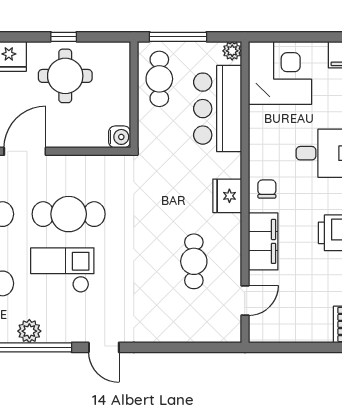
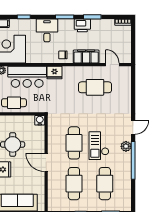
fridge: (227, 196) -> (55, 73), moved
cafe table: (194, 261) -> (95, 87), width x1.37, depth x1.35
plant: (29, 331) -> (126, 146), moved

